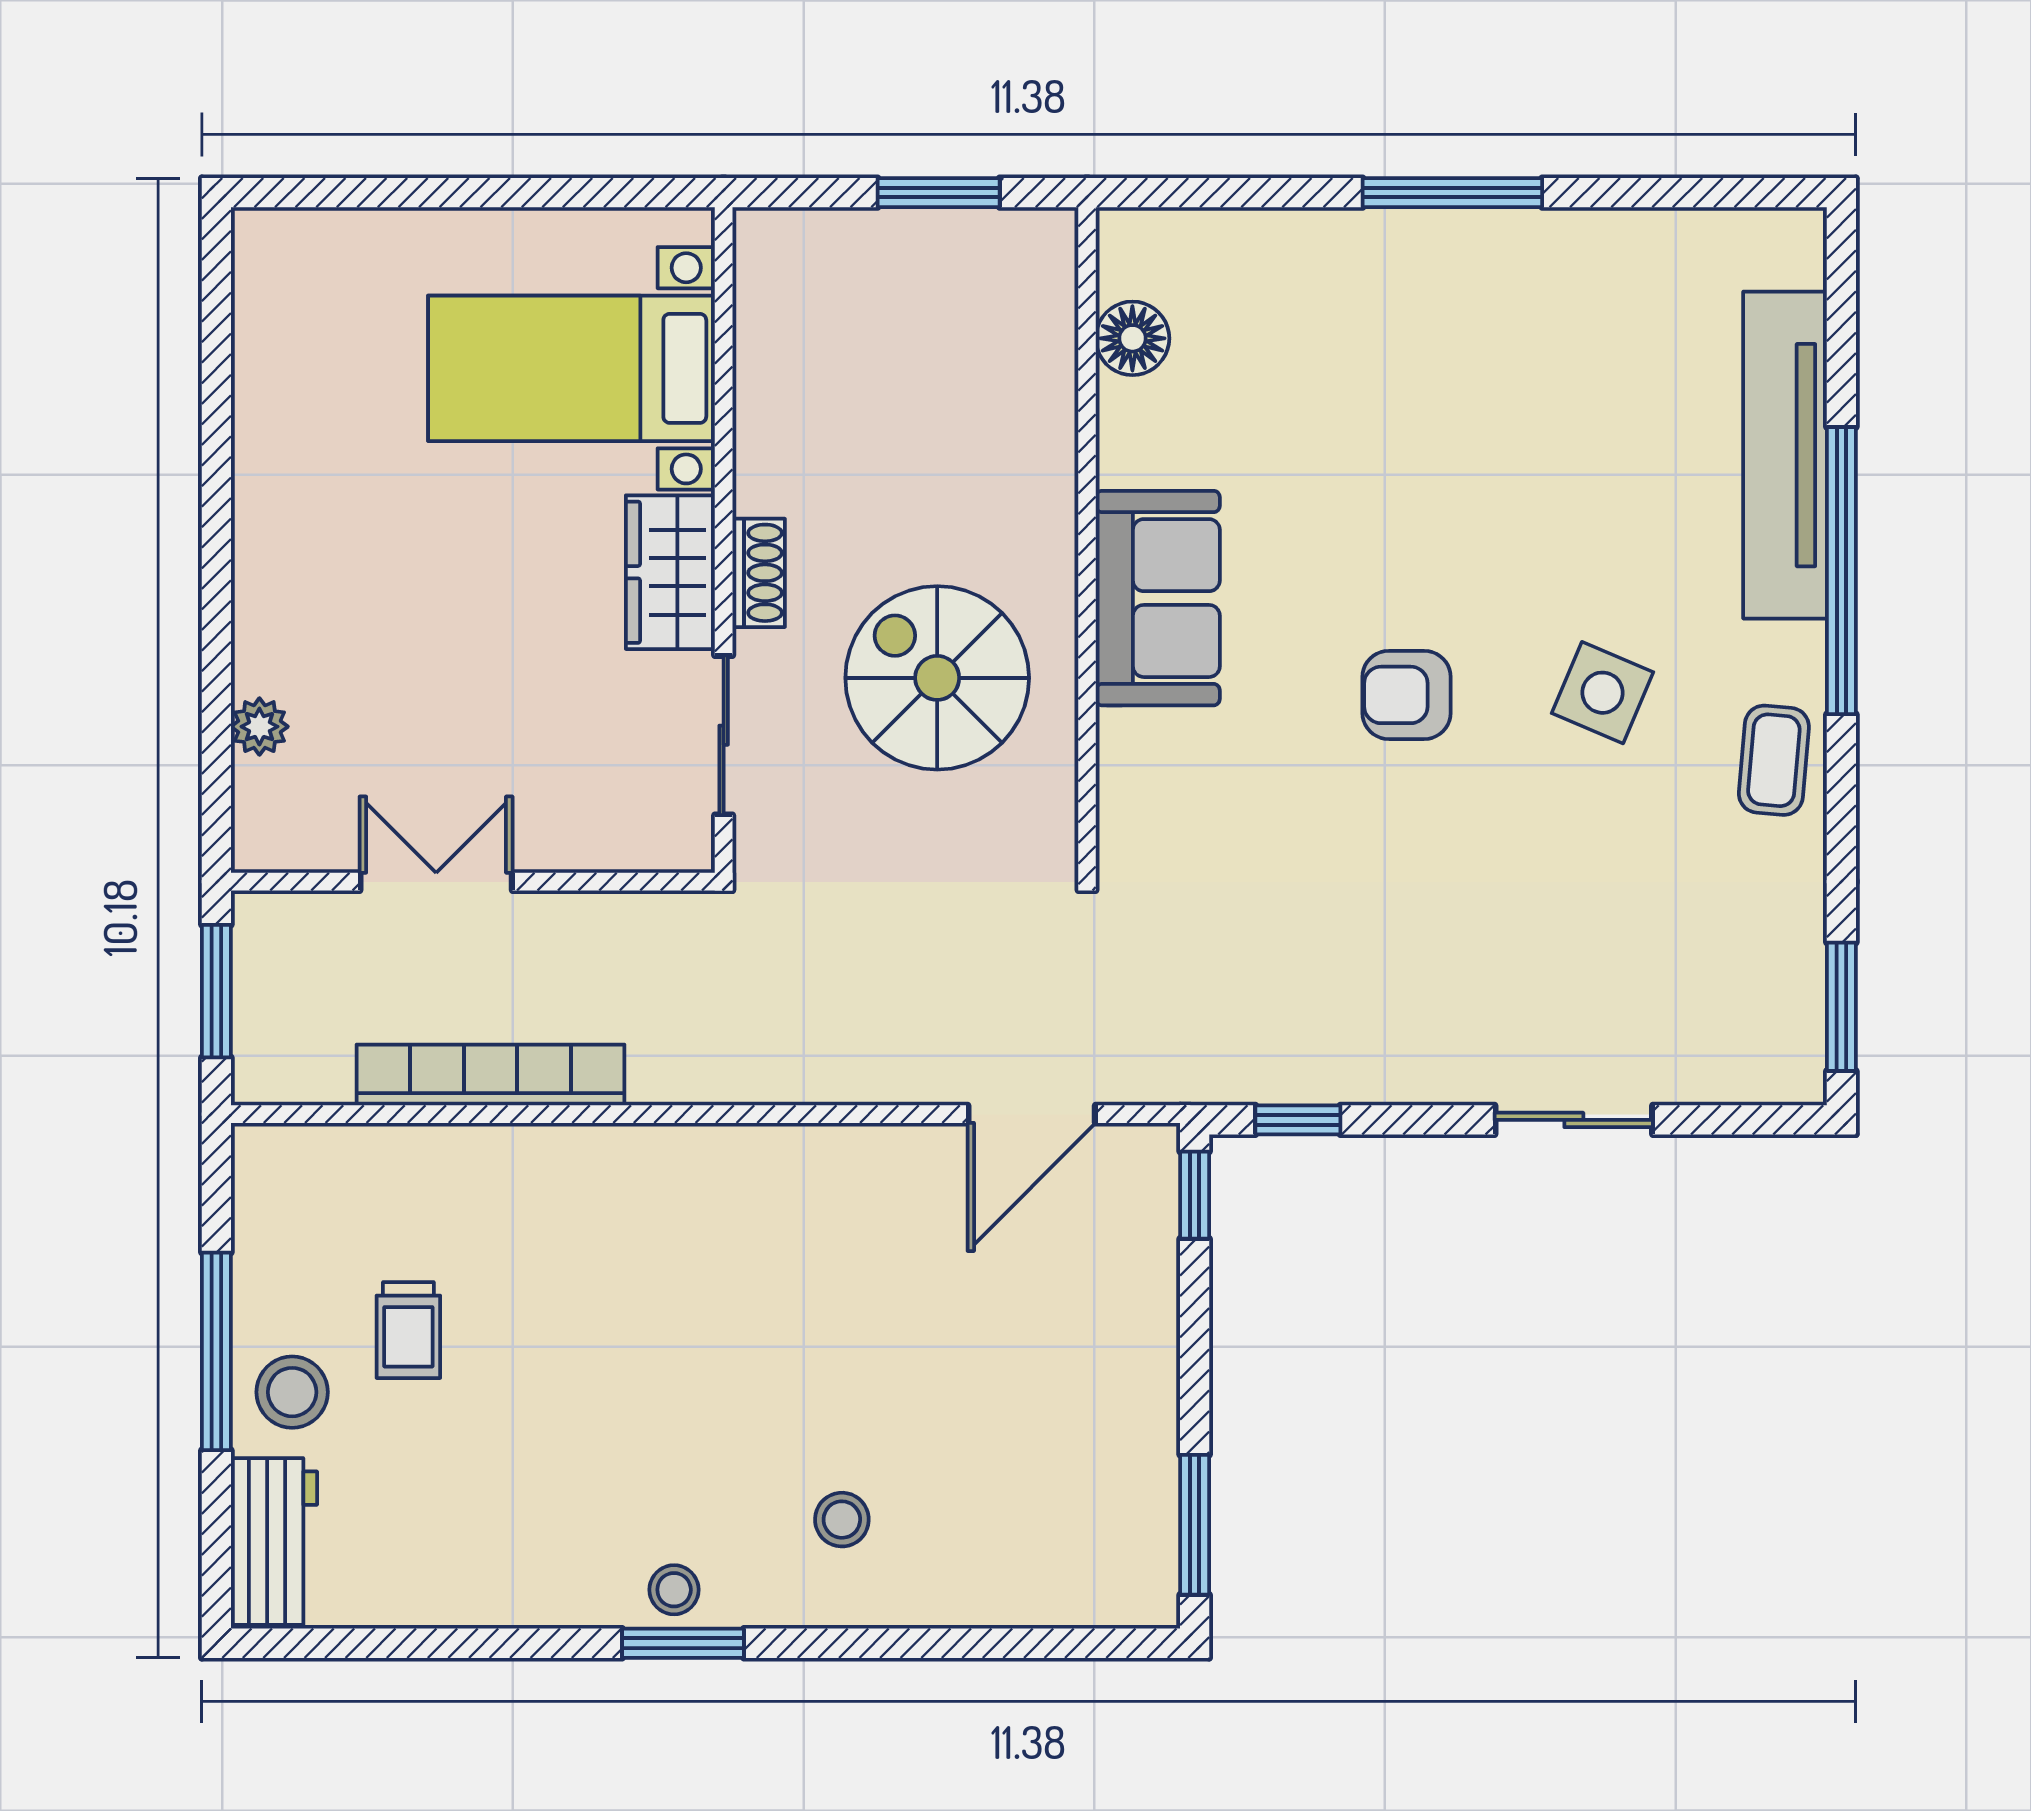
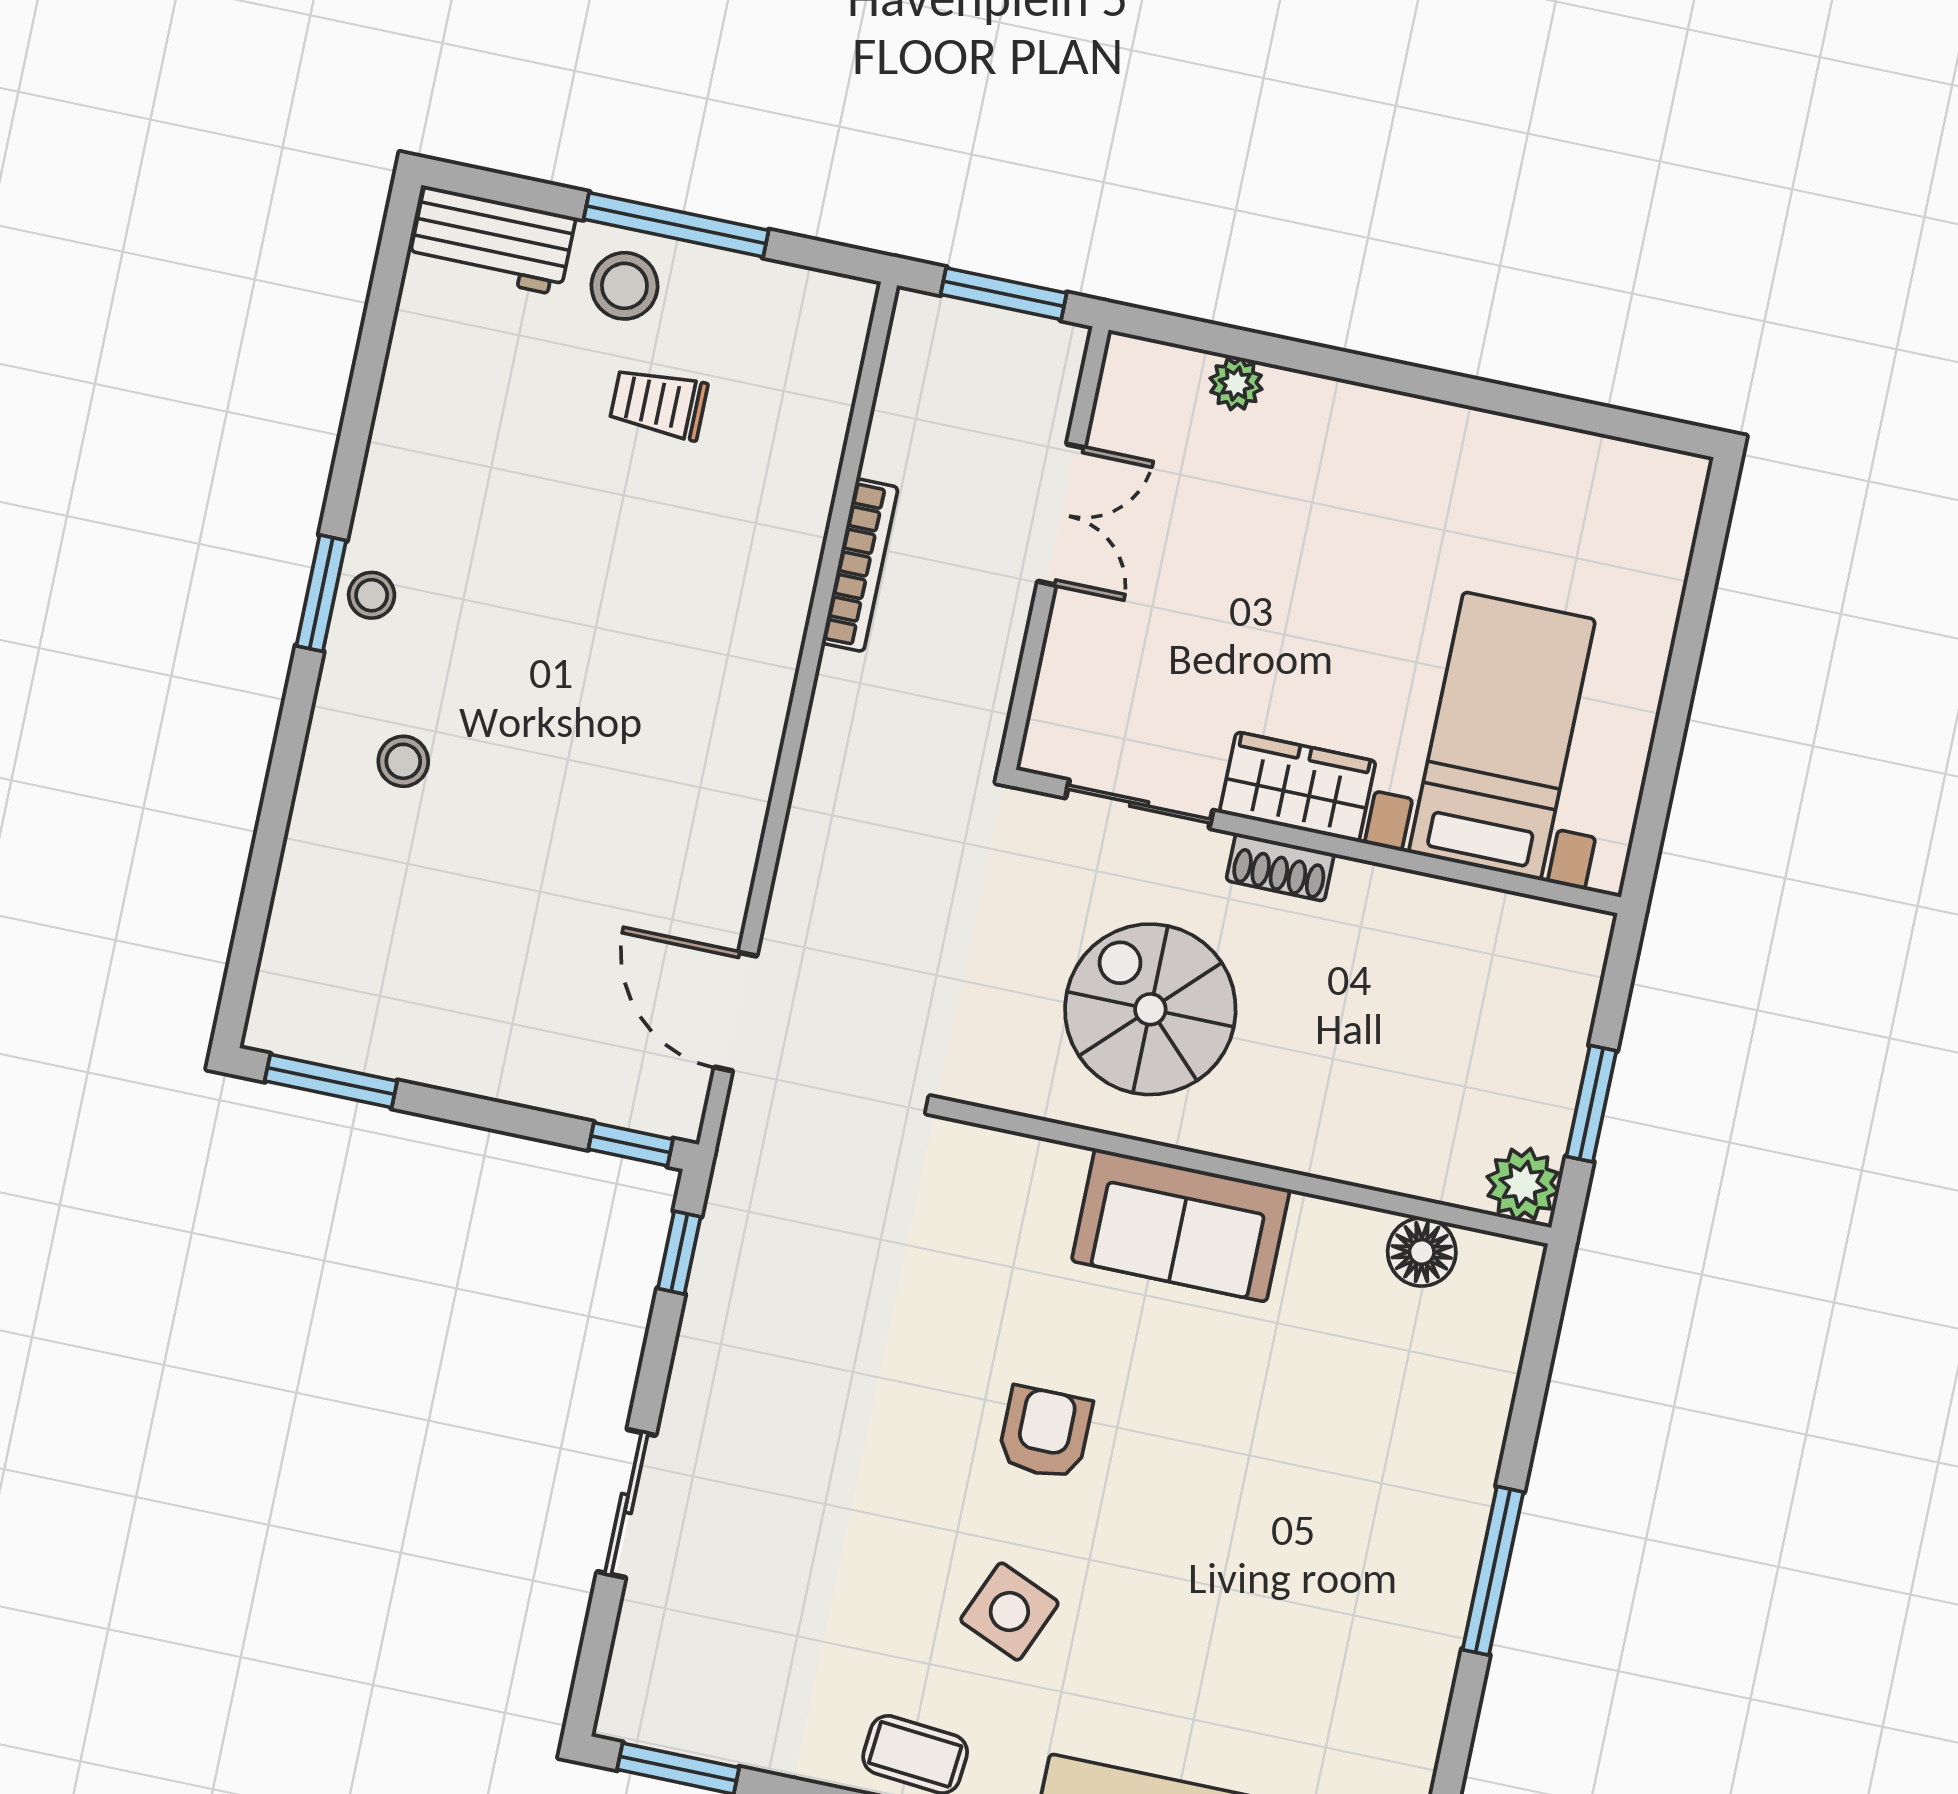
plant: (1039, 247) -> (1523, 1184), added
spiral stairs: (937, 678) -> (1150, 1009), turned -90
bookcase: (490, 1075) -> (860, 565), width x0.68, depth x0.76

